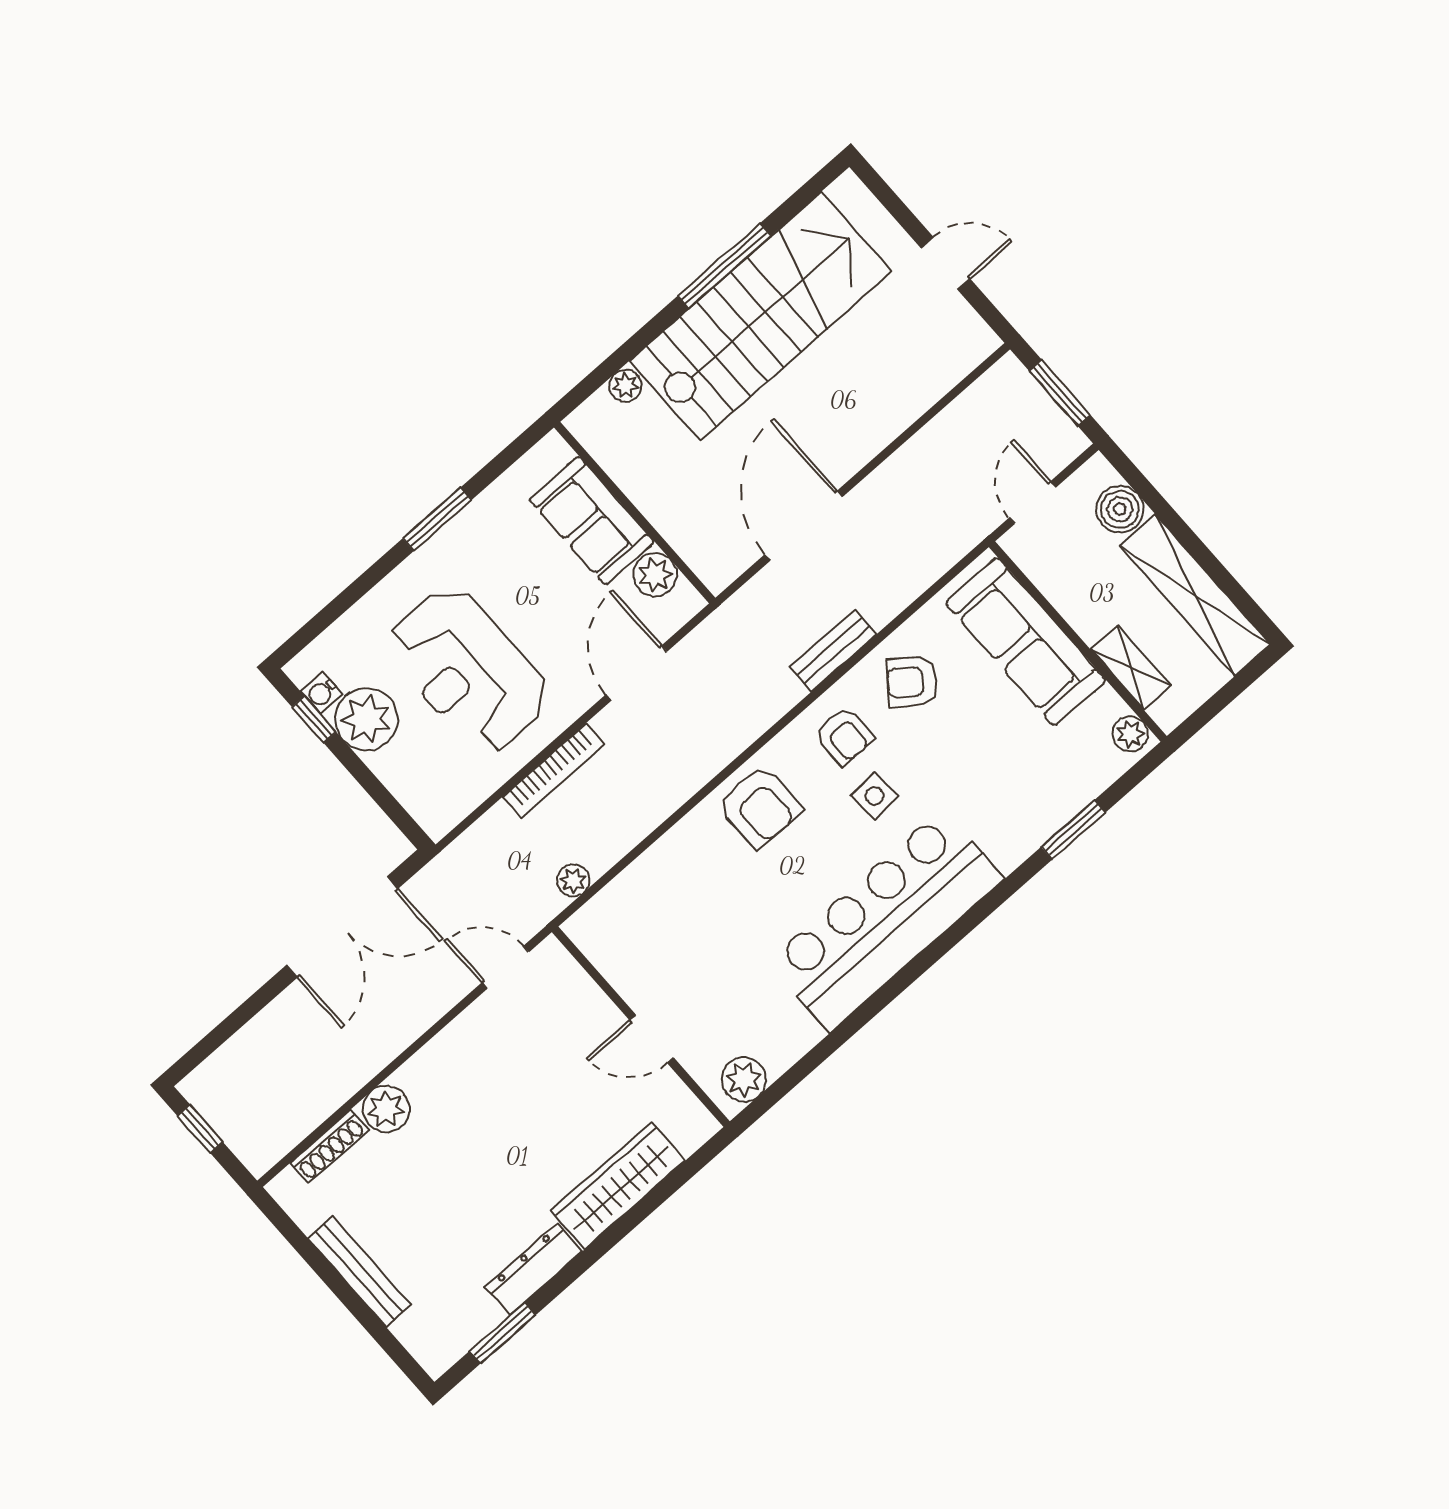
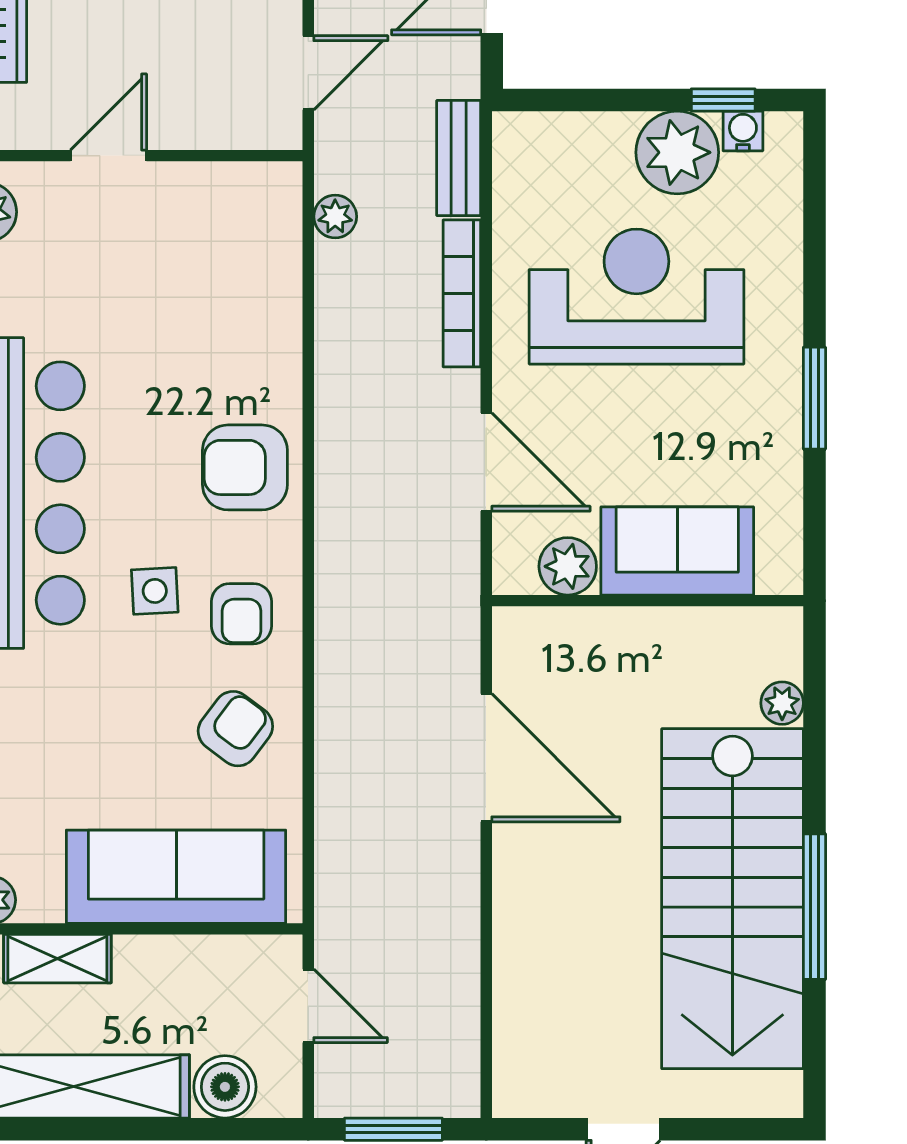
bench: (833, 651) -> (459, 158), moved
armchair: (844, 736) -> (241, 614), turned -90

